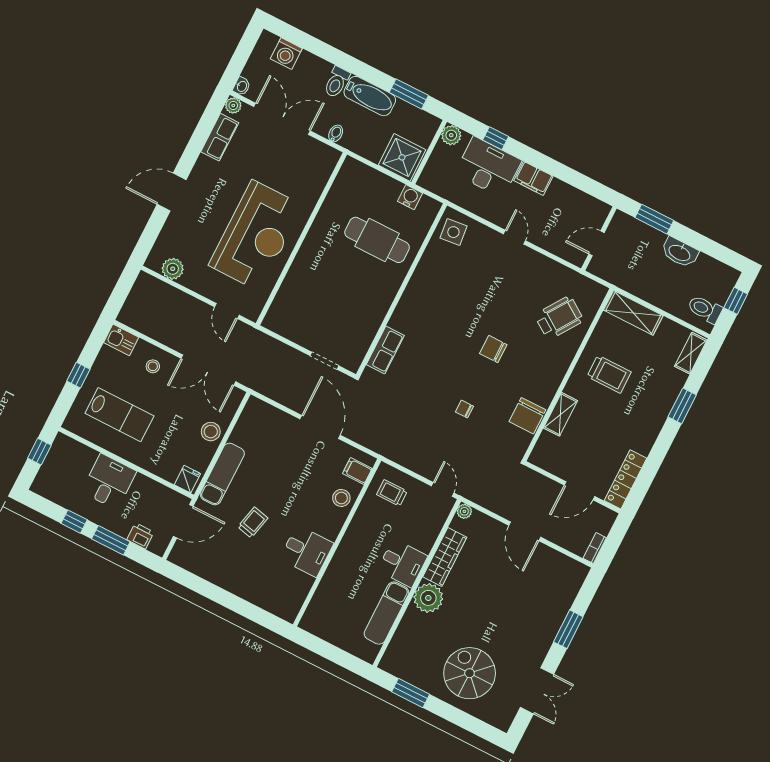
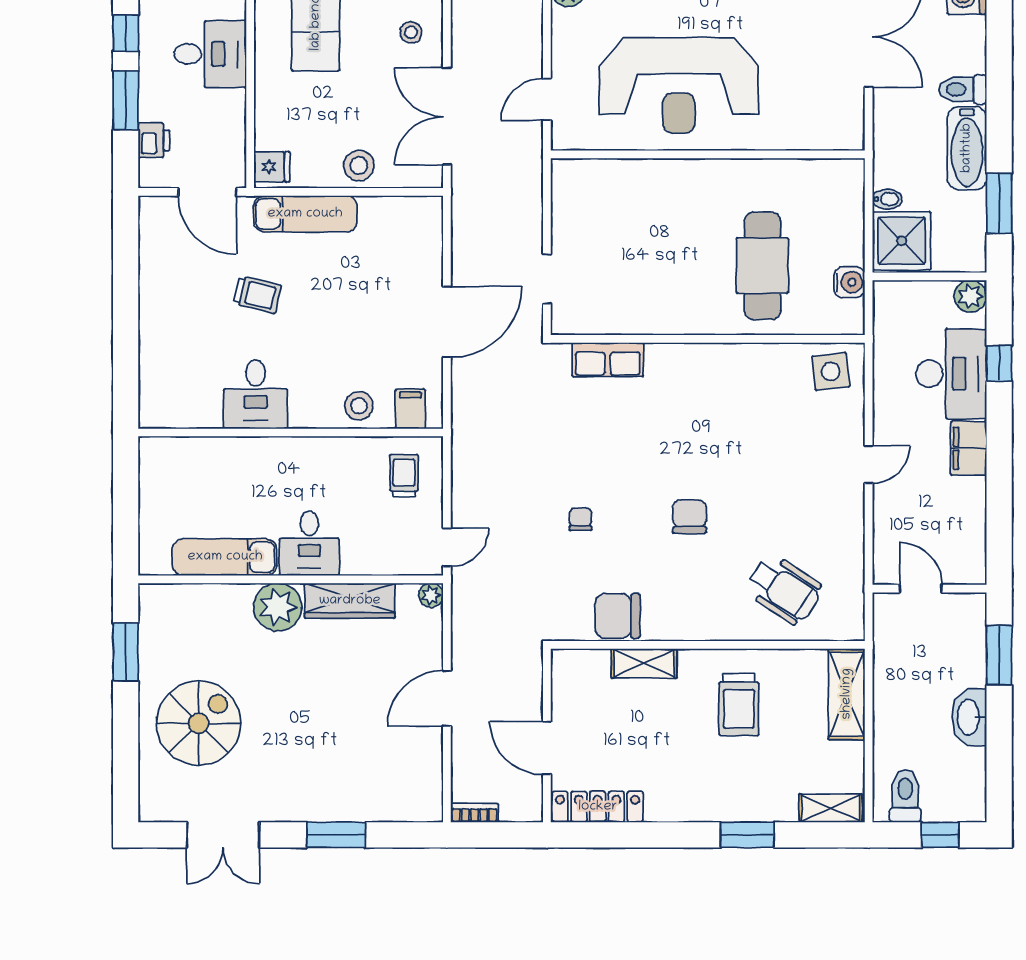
bidet: (336, 133) -> (887, 199), moved

